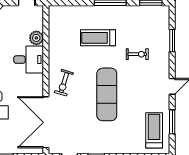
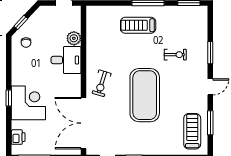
treadmill: (98, 38) -> (138, 25), moved
window: (172, 41) -> (210, 53), moved
exercise mat: (107, 94) -> (145, 95), width x1.47

